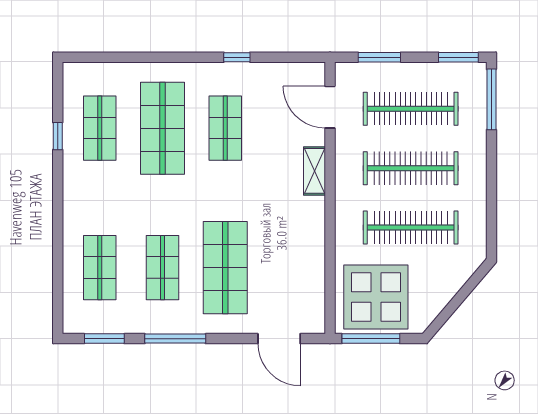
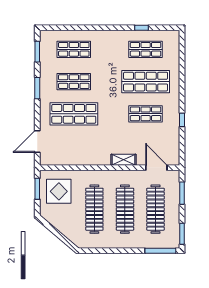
door: (330, 107) -> (156, 168), hinge flipped
display table: (376, 297) -> (59, 191), width x0.73, depth x0.73
window: (175, 339) -> (37, 88), width x0.69
window: (371, 339) -> (37, 189), width x0.69

